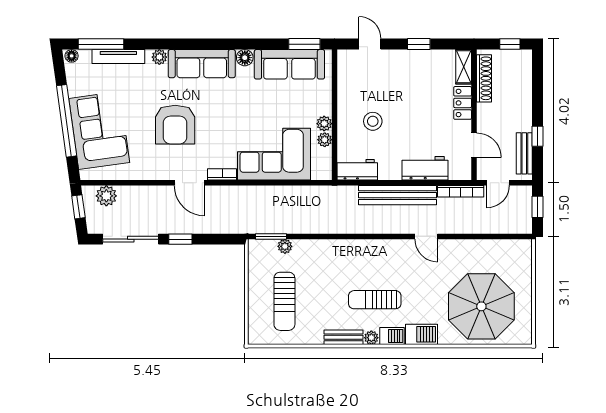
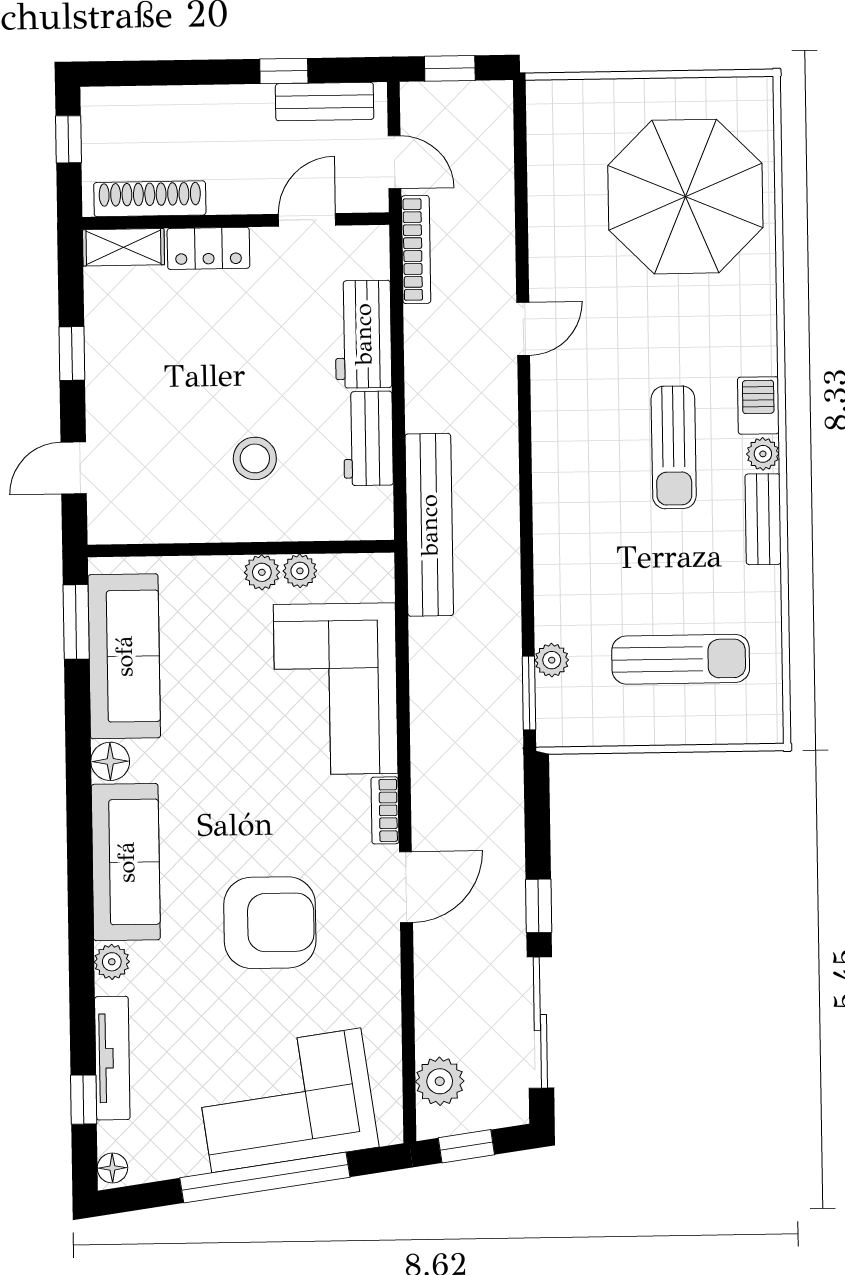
window: (101, 44) -> (84, 1100), width x0.46
workbench: (357, 170) -> (368, 438), moved
bench: (397, 195) -> (429, 525), moved
barbecue: (421, 334) -> (753, 336), removed

